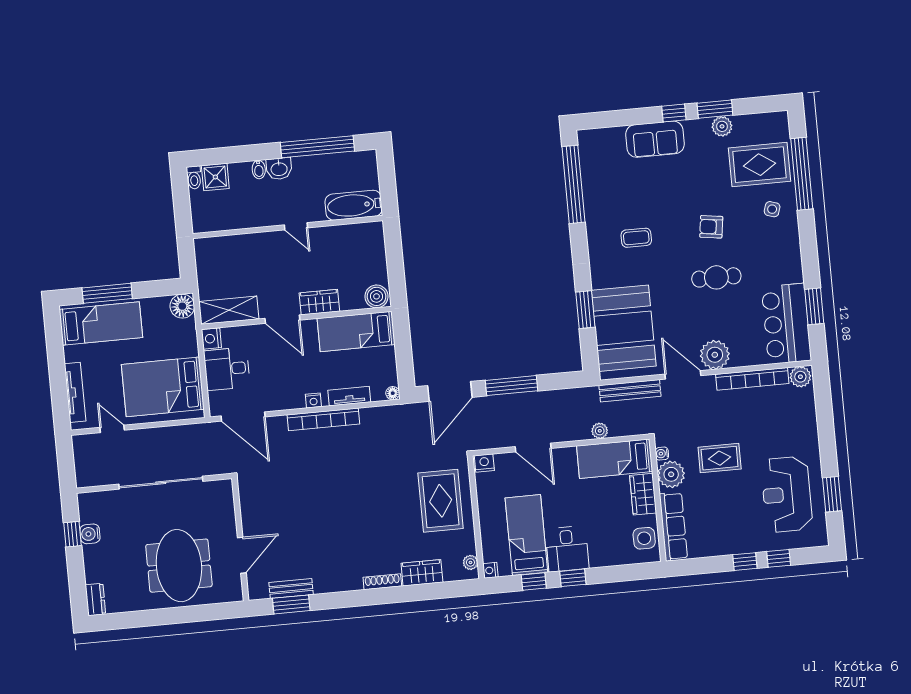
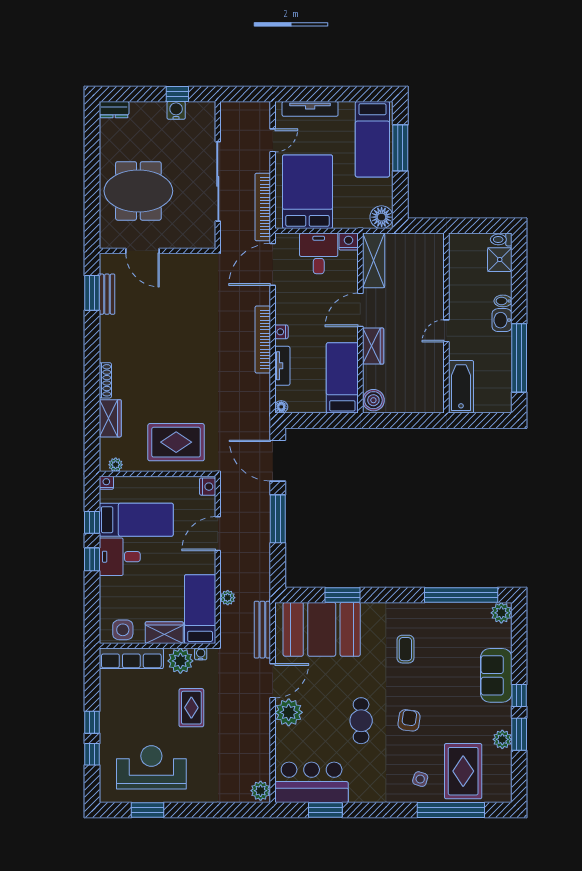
plant: (588, 140) -> (501, 613), added
bookcase: (752, 379) -> (263, 207), moved

